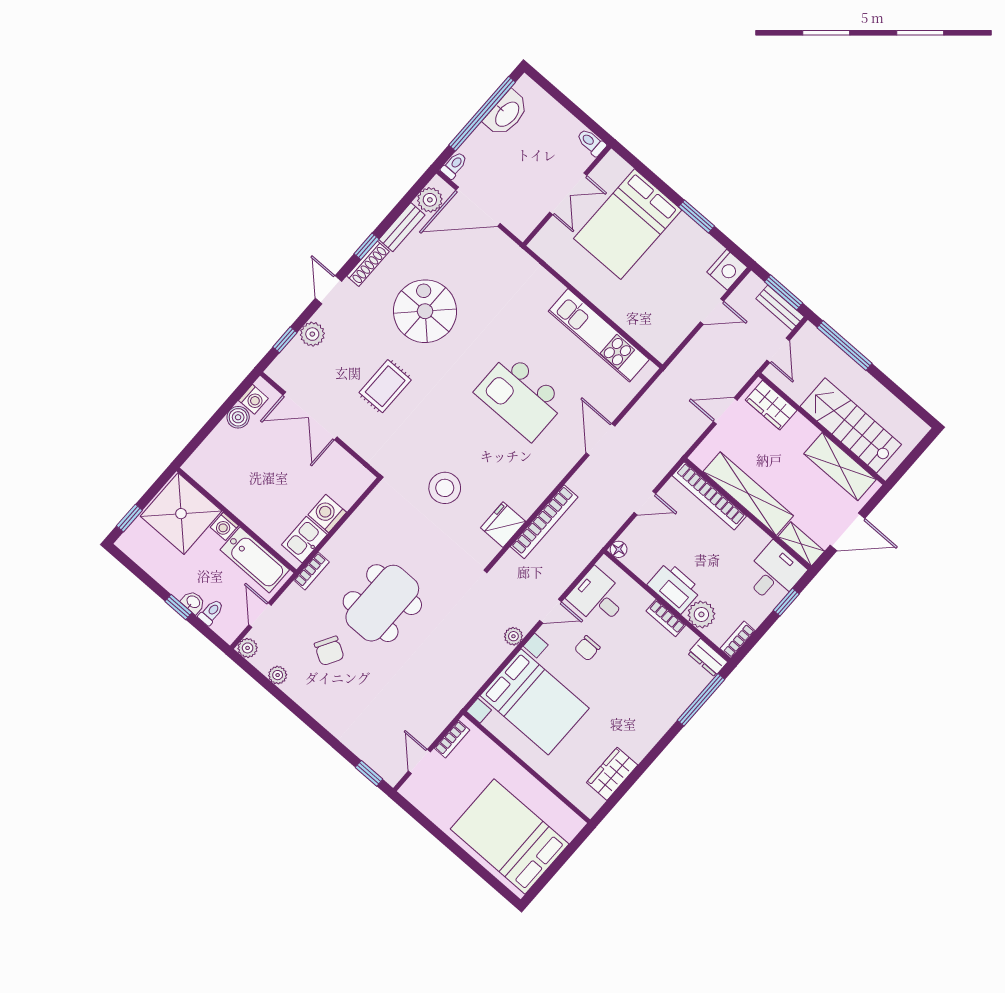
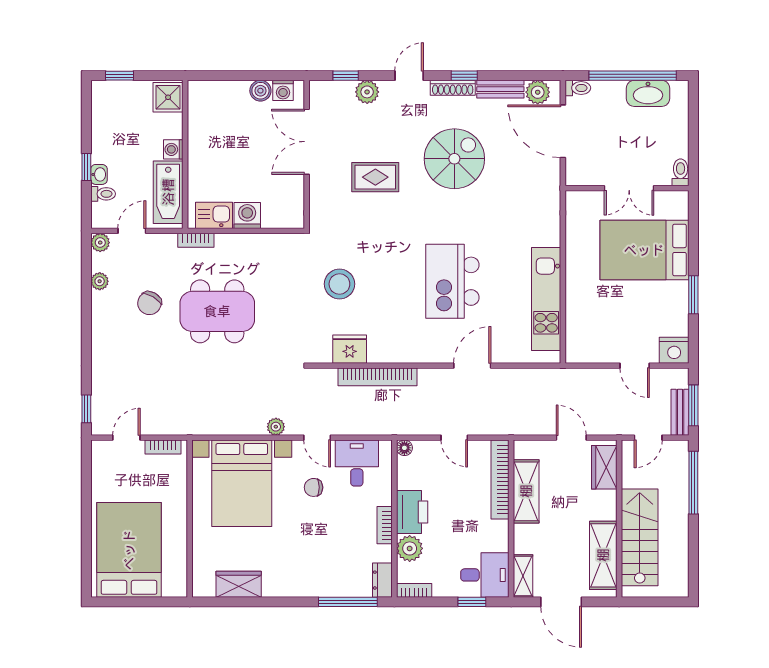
shelving: (748, 494) -> (526, 491), width x0.68
shower: (181, 514) -> (168, 97), width x0.54, depth x0.54

